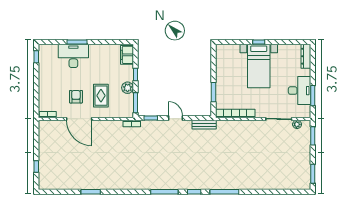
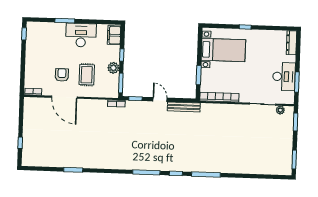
desk: (73, 56) -> (81, 35), moved
bed with nightstands: (259, 66) -> (223, 50), moved, turned -90
bench: (204, 125) -> (184, 107), width x1.36

